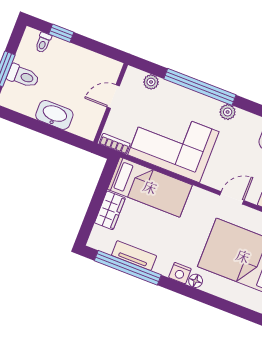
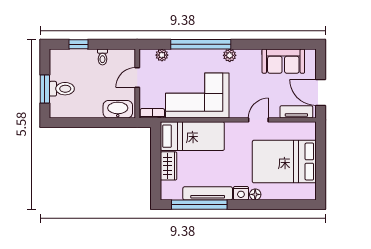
toilet: (43, 43) -> (102, 57), moved
washbasin: (54, 115) -> (118, 109), moved
tv unit: (134, 256) -> (208, 193), width x1.41

